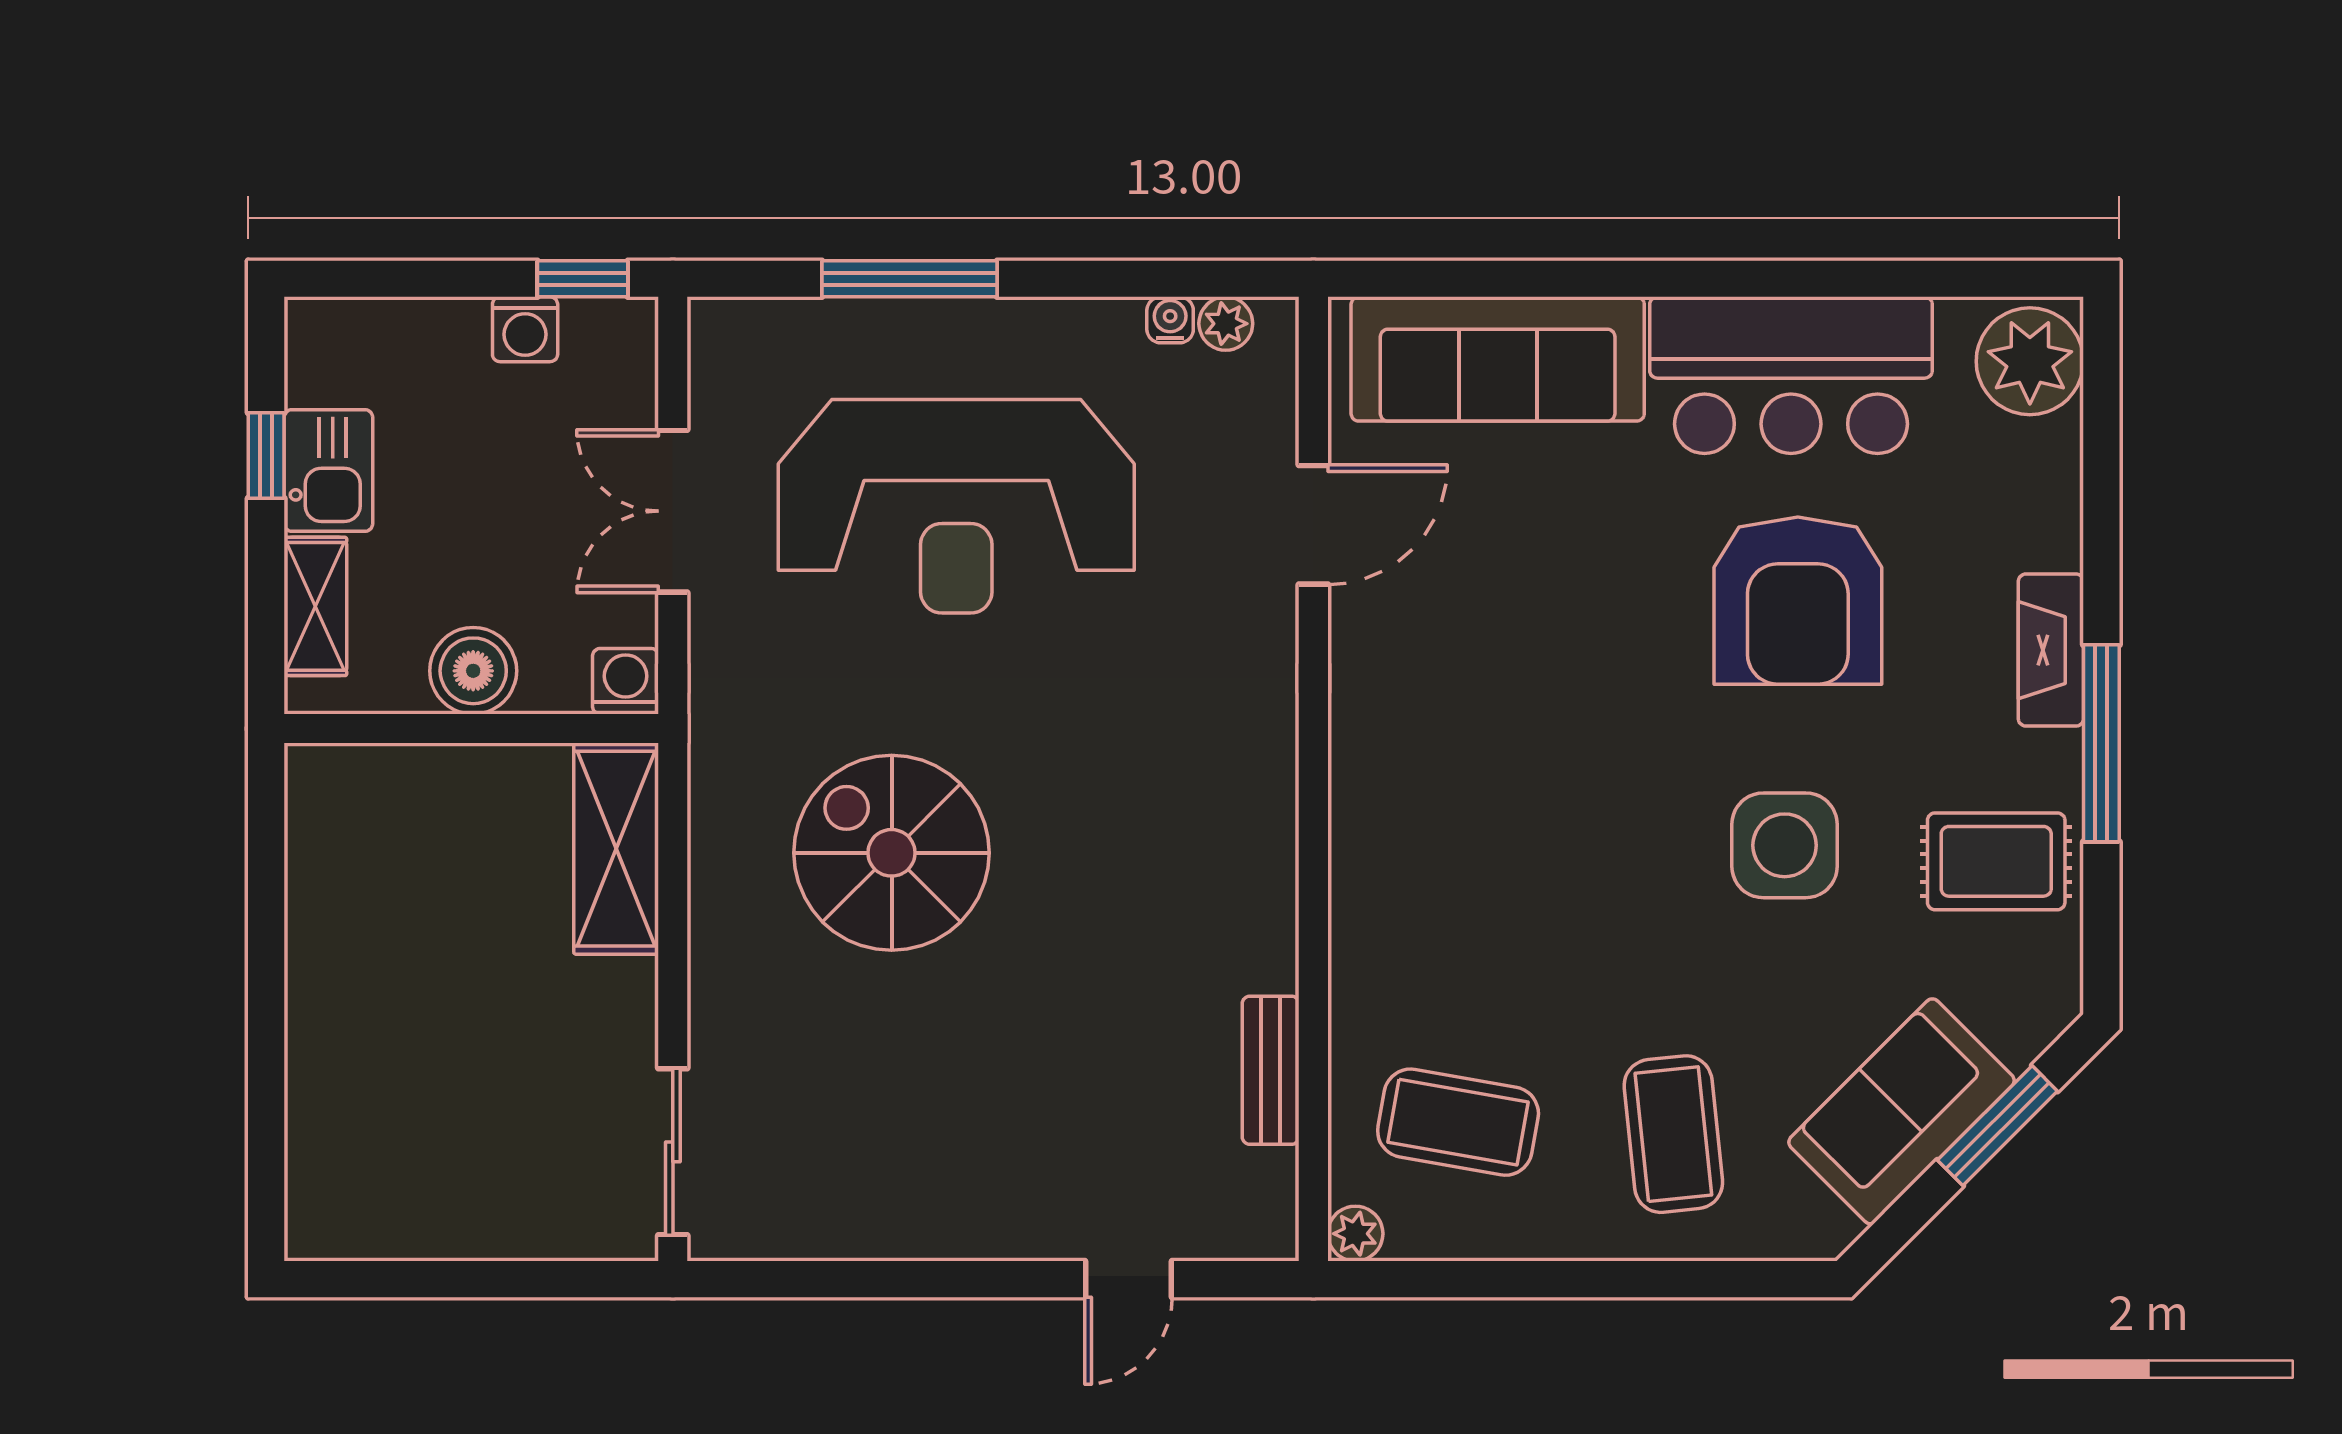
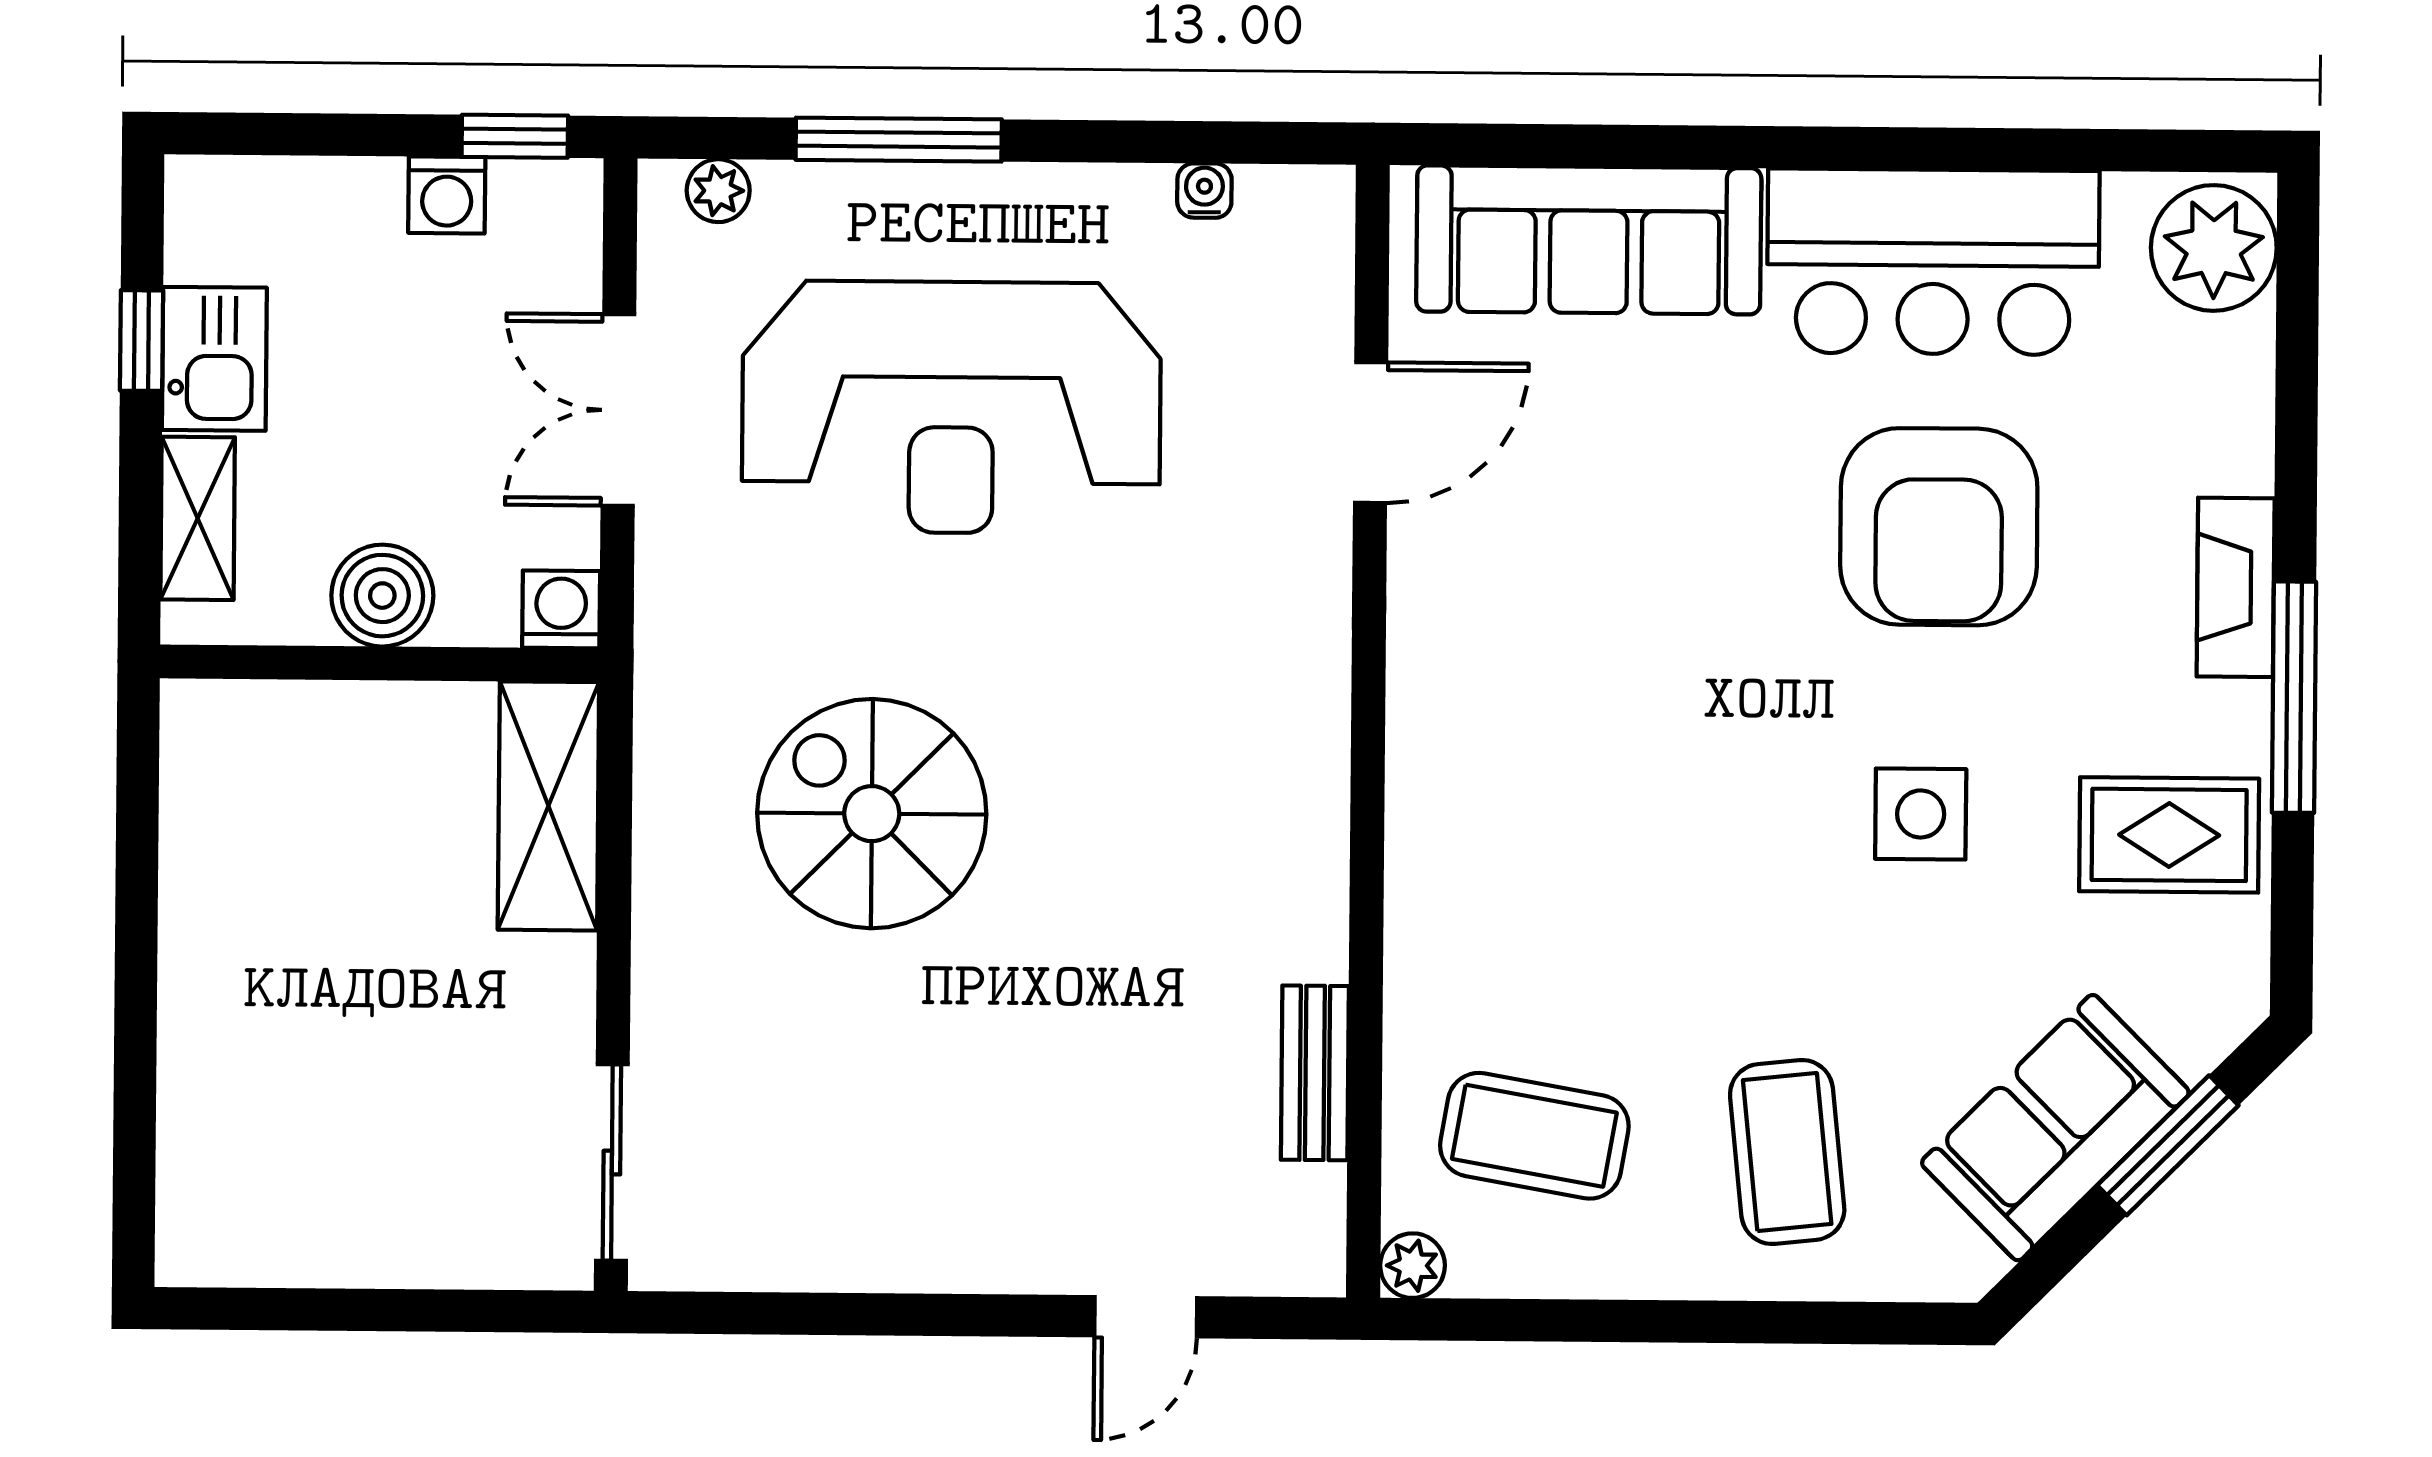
plant: (1226, 324) -> (718, 191), moved
side table: (1785, 845) -> (1921, 814), width x0.73, depth x0.73

